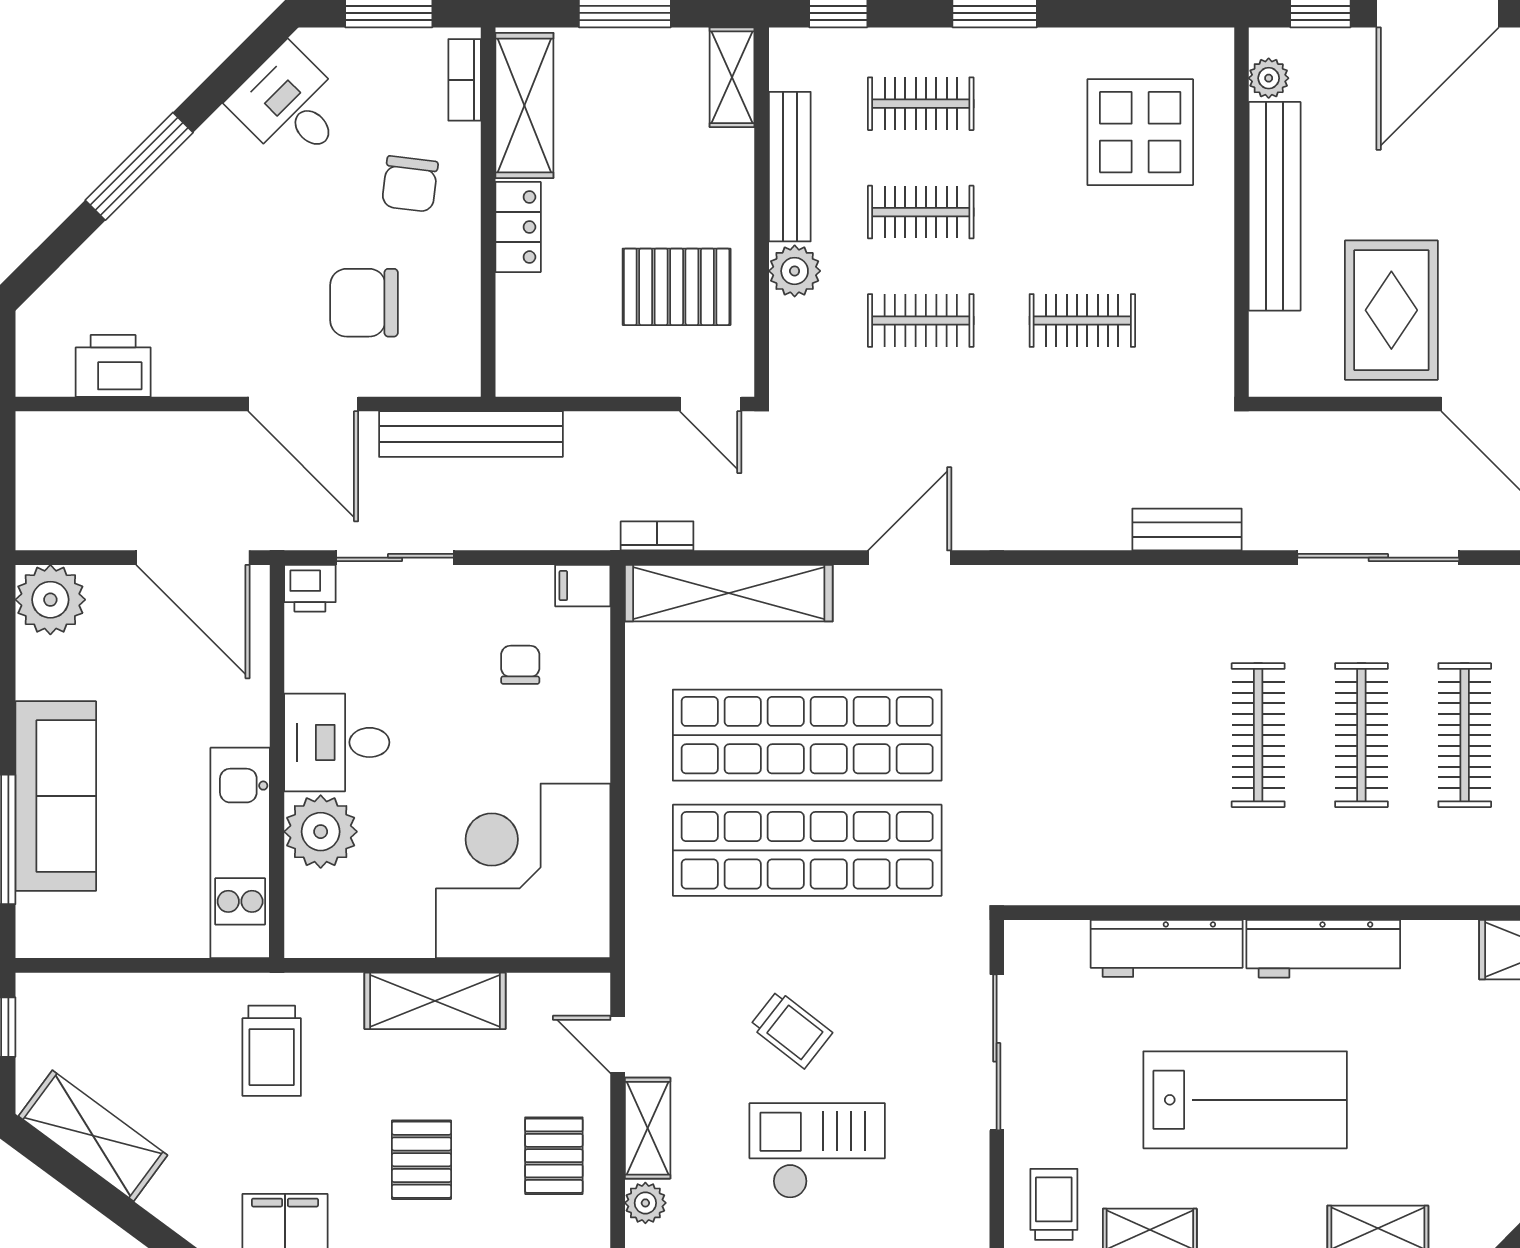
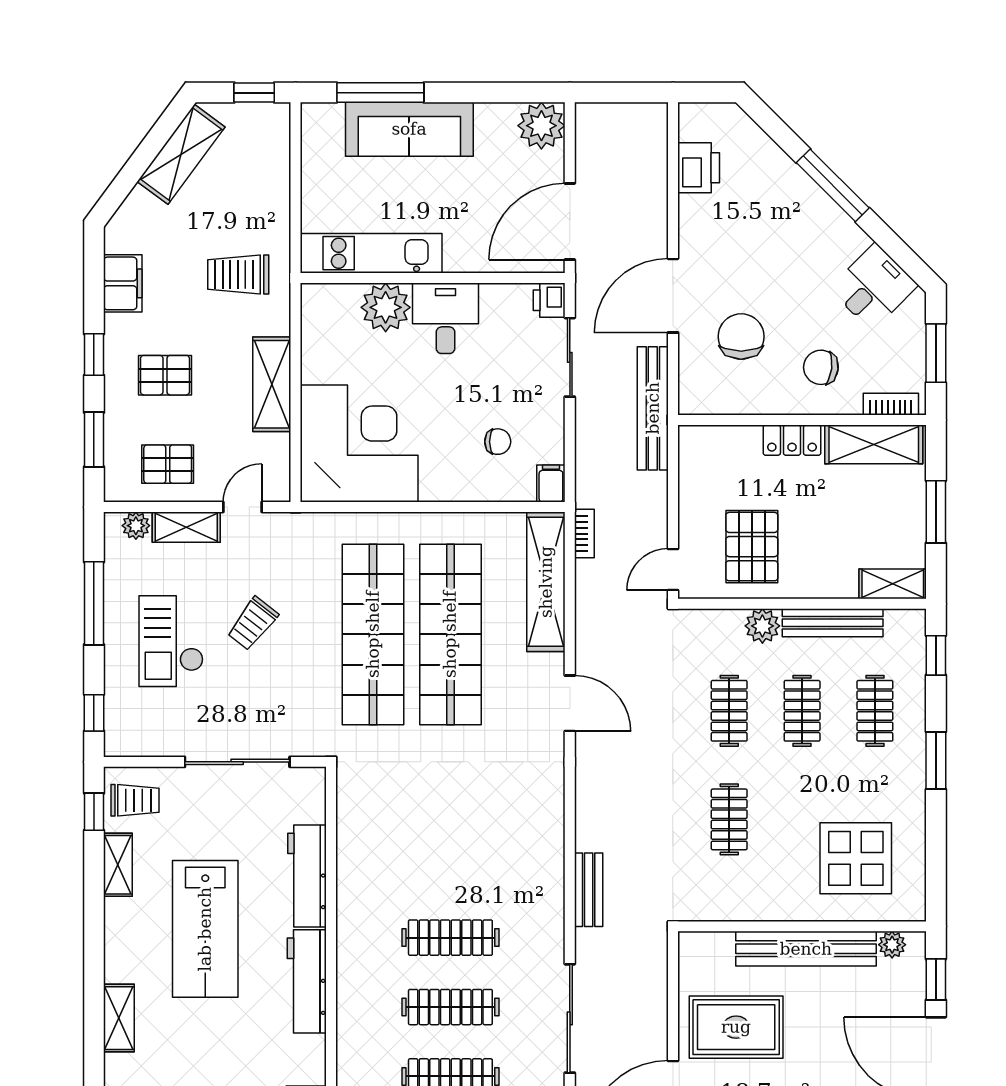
checkout: (817, 1151) -> (171, 641), turned 180

